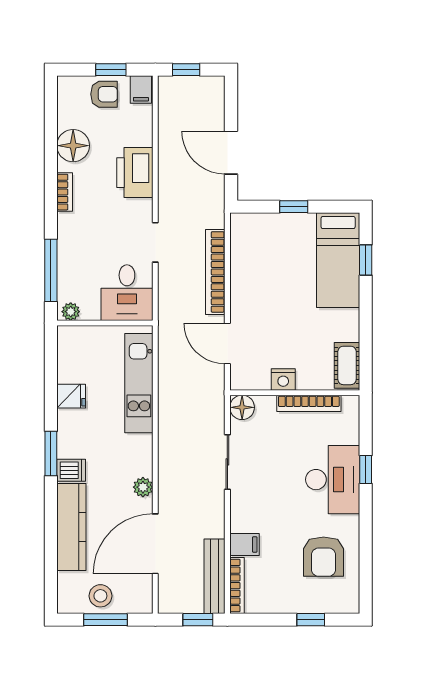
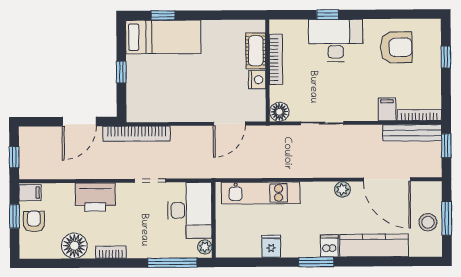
bookcase: (215, 272) -> (137, 134), moved
desk: (127, 293) -> (190, 210), width x1.37
cot: (347, 365) -> (256, 51), moved, turned 90

